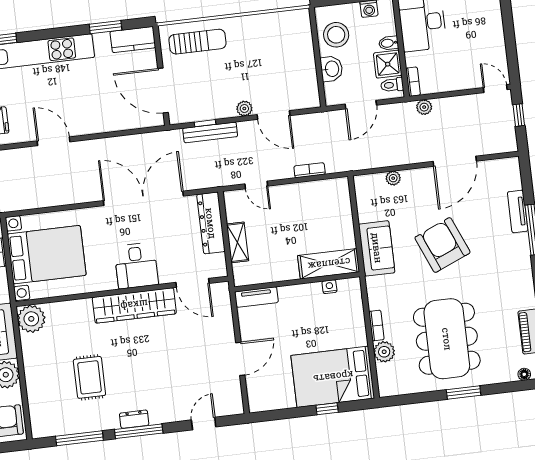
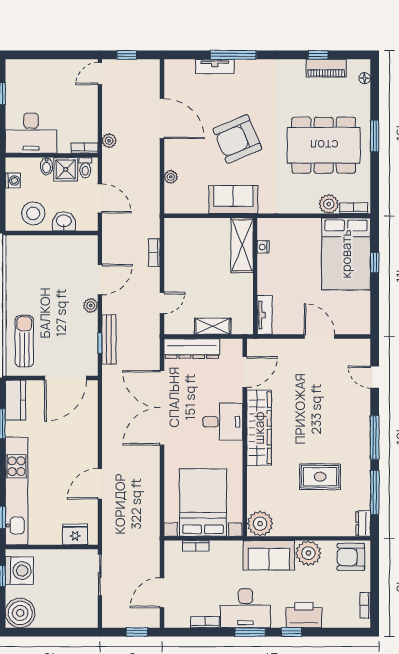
bookcase: (376, 325) -> (354, 208), moved
dresser: (134, 419) -> (363, 523), moved

